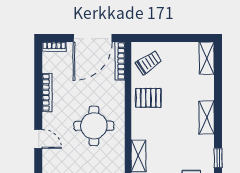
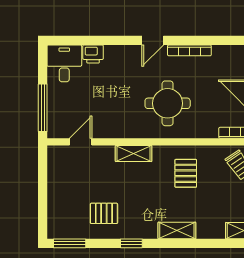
bookcase: (47, 92) -> (189, 50), moved
pallet: (148, 98) -> (186, 173), moved

